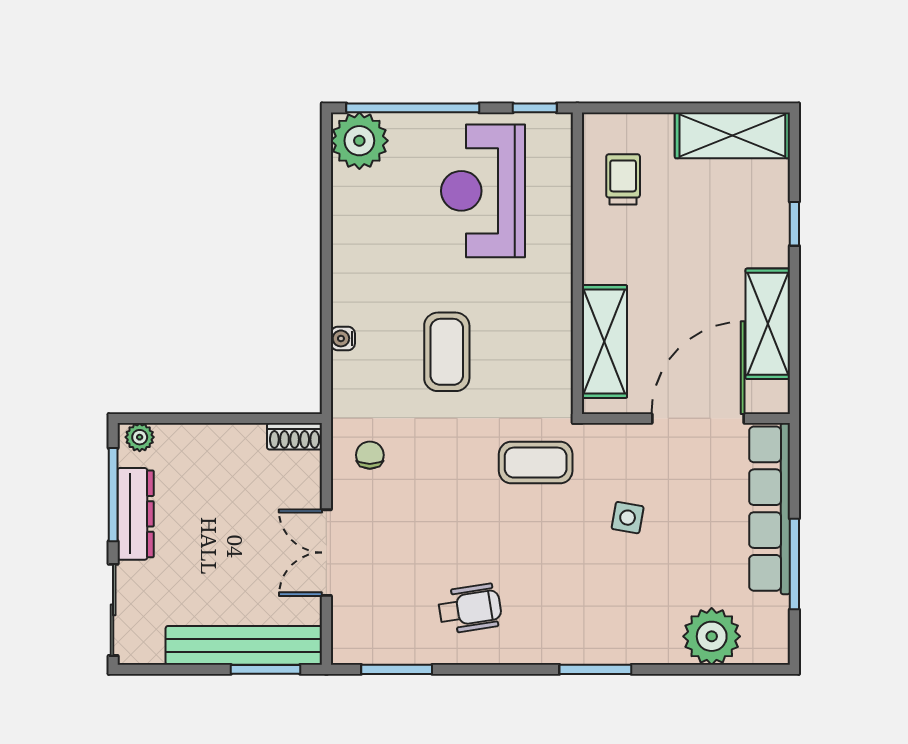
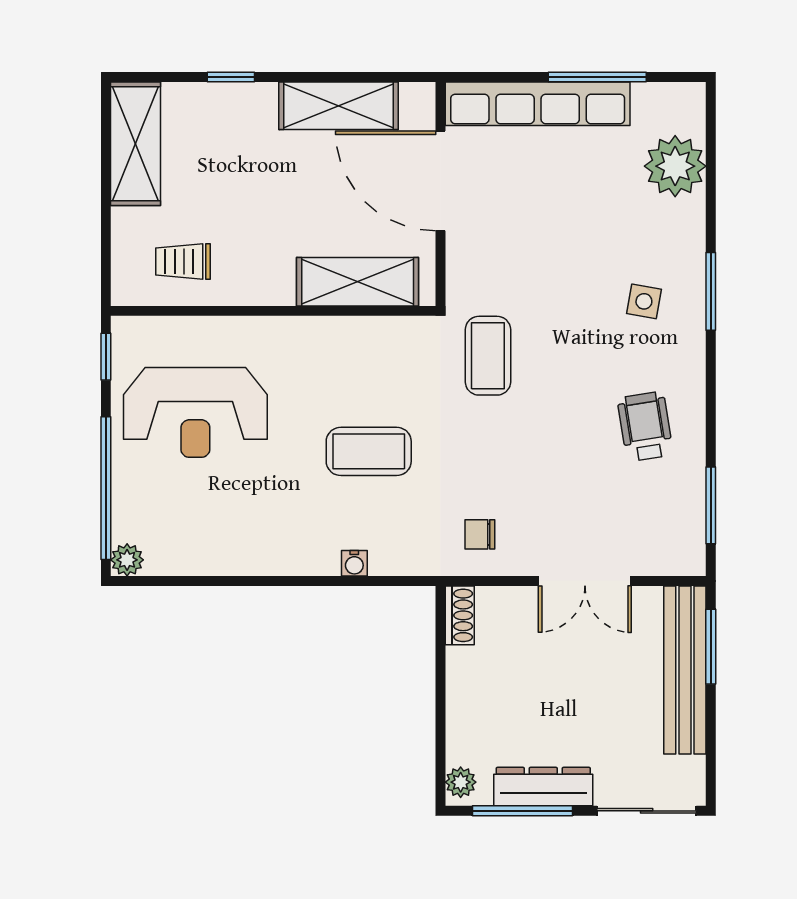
plant: (359, 141) -> (127, 560), width x0.53, depth x0.53
side table: (628, 518) -> (644, 301), moved

